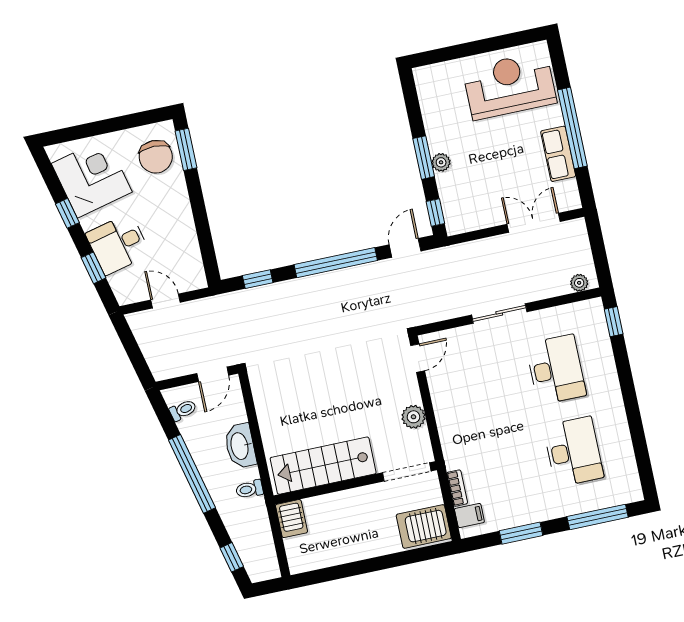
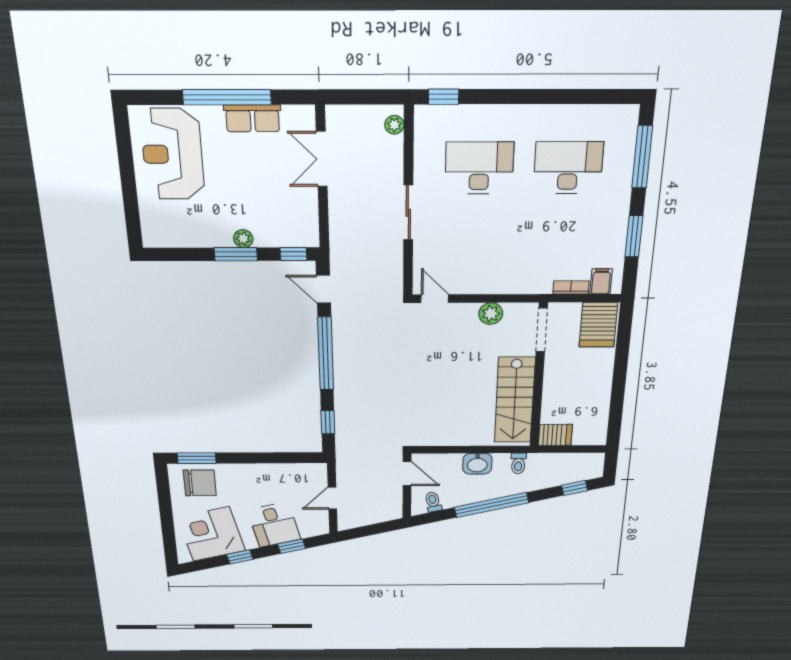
washbasin: (240, 446) -> (477, 464), width x0.72

